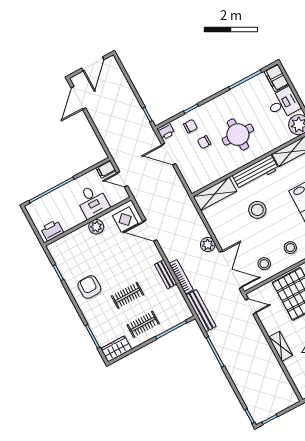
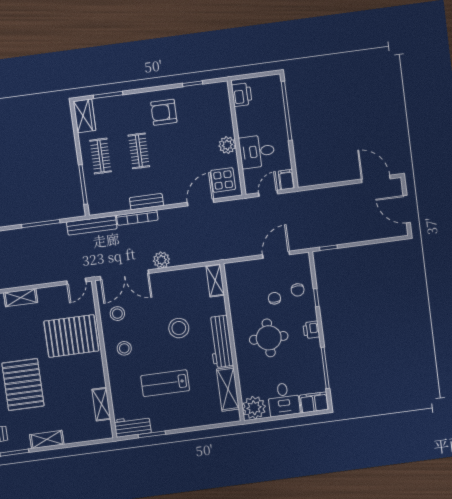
printer: (166, 131) -> (311, 330), moved
shelving: (215, 194) -> (215, 280), width x0.67, depth x0.75
armchair: (89, 287) -> (164, 112), turned 180

